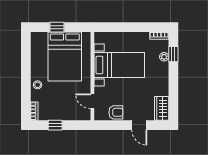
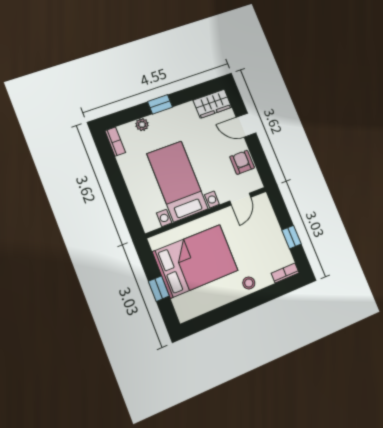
window: (173, 54) -> (160, 104), moved
door: (139, 125) -> (246, 125), swing flipped

